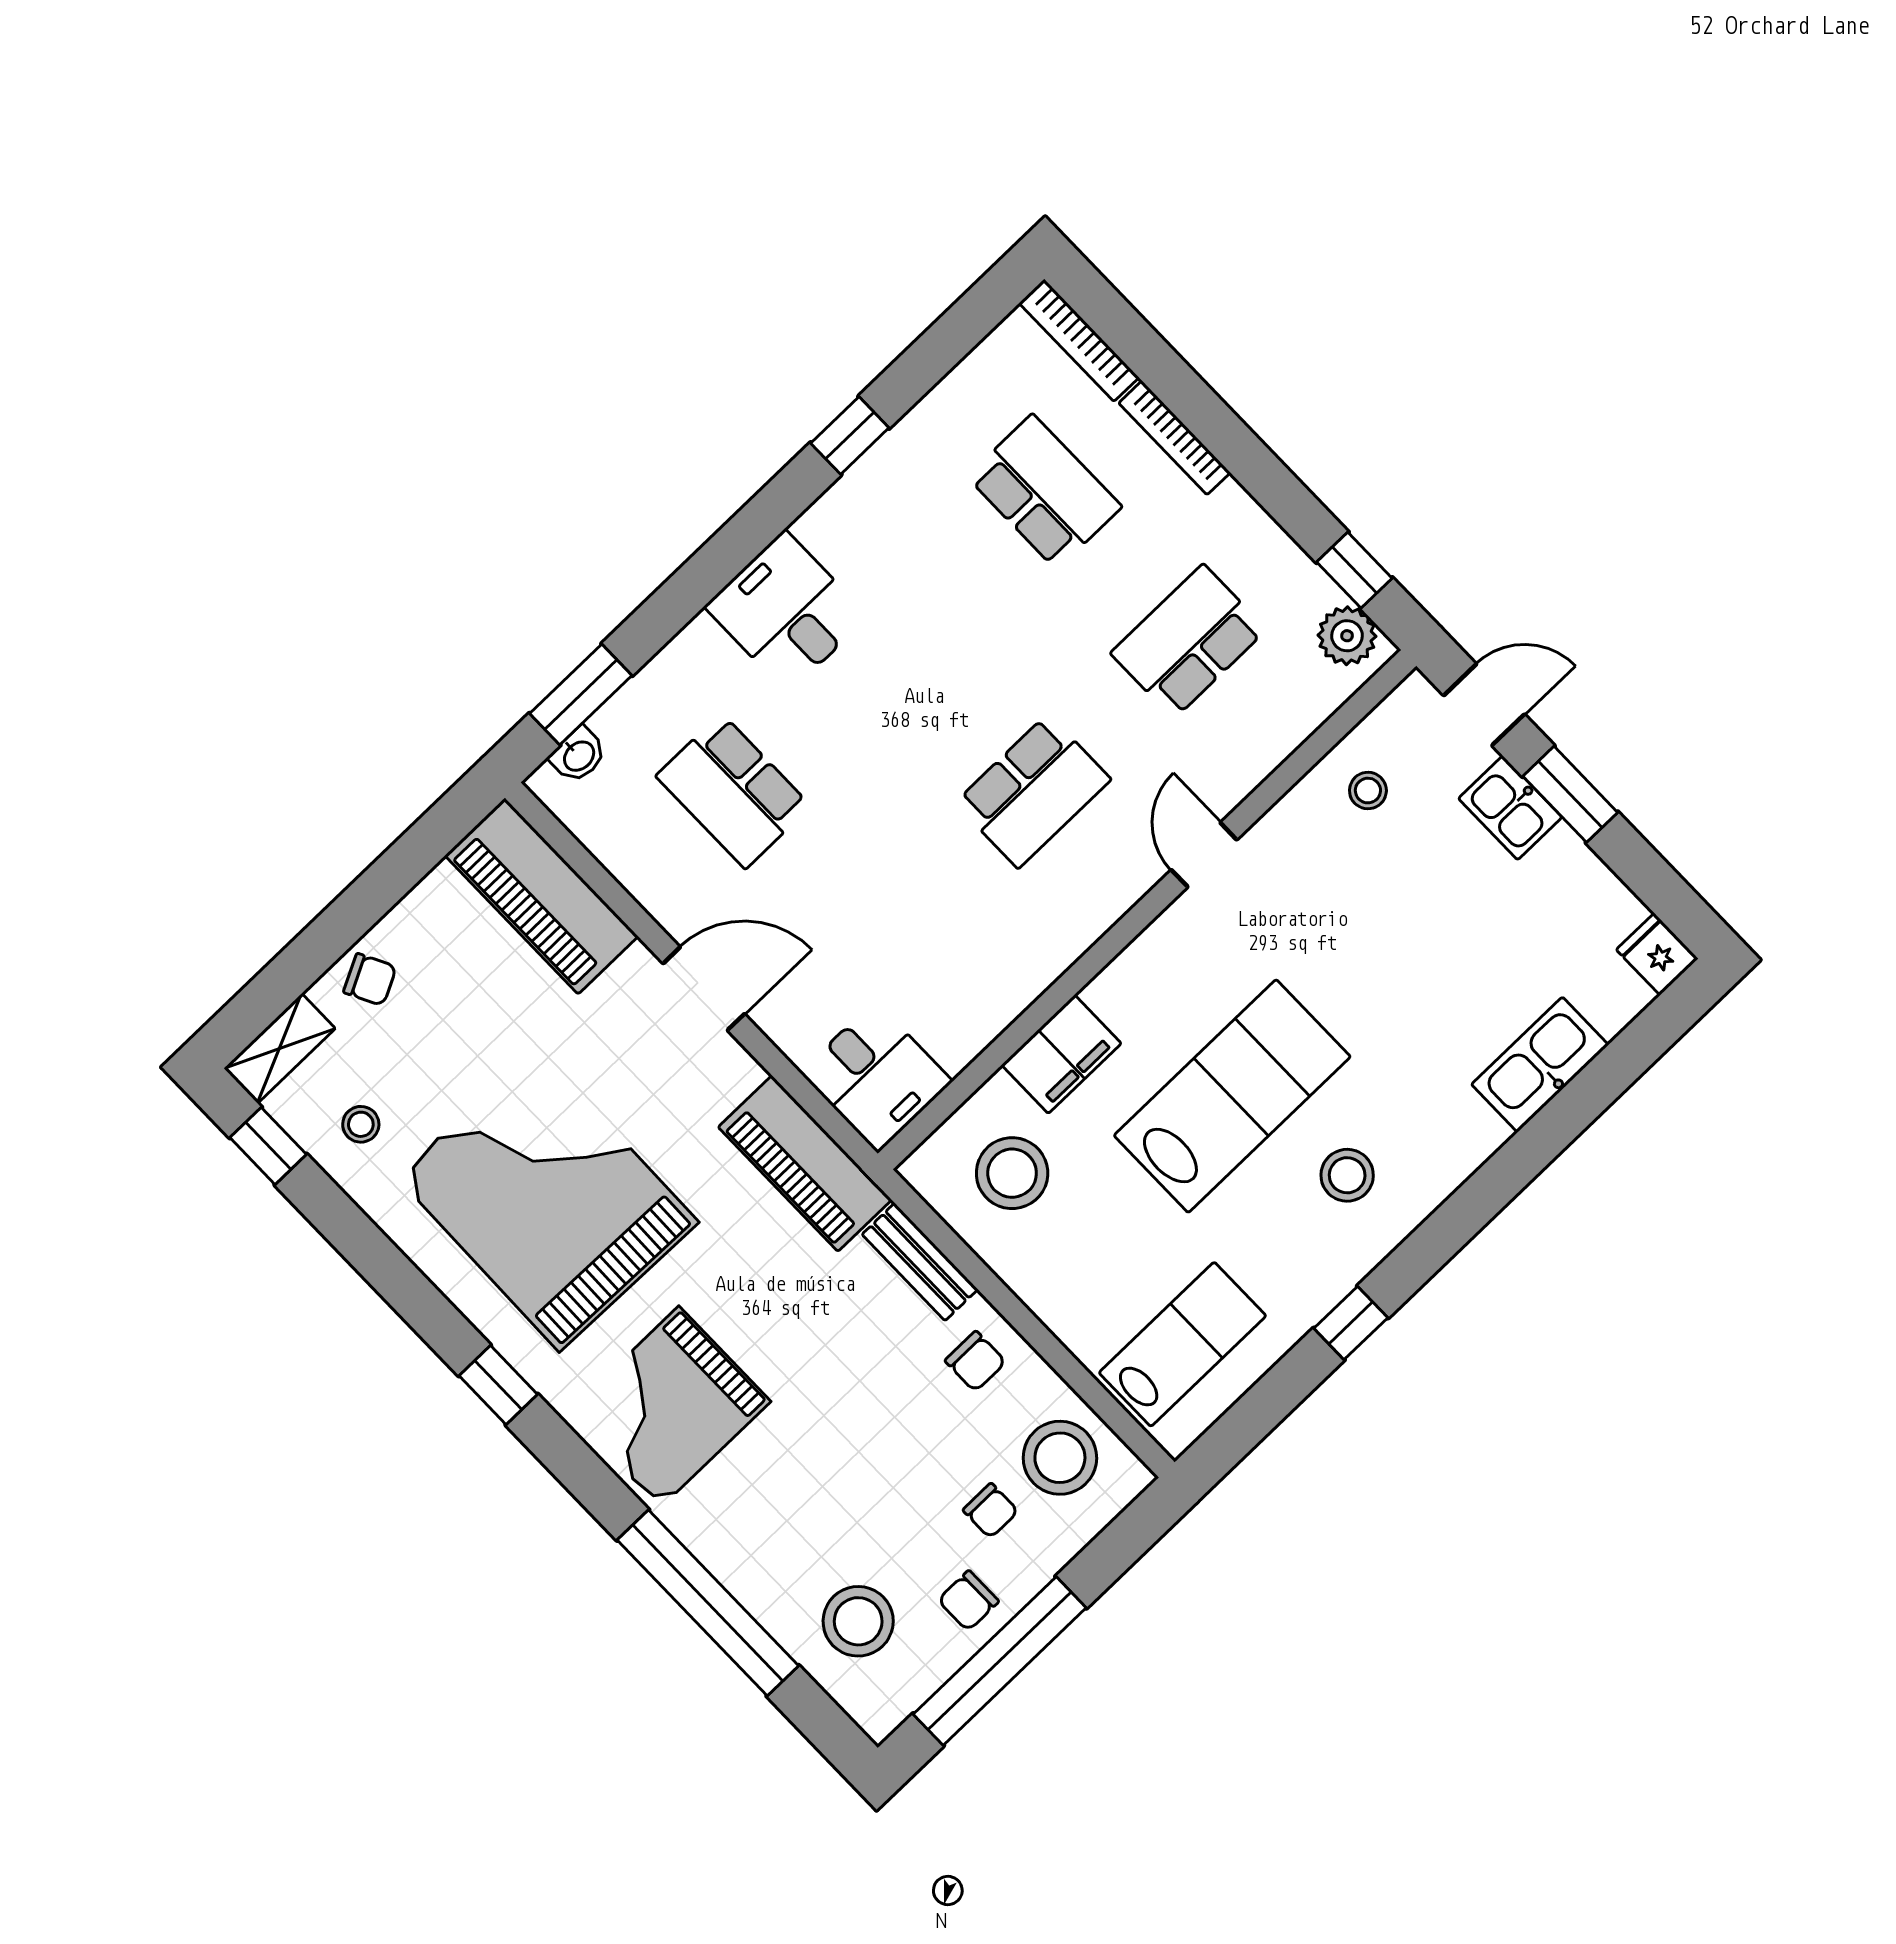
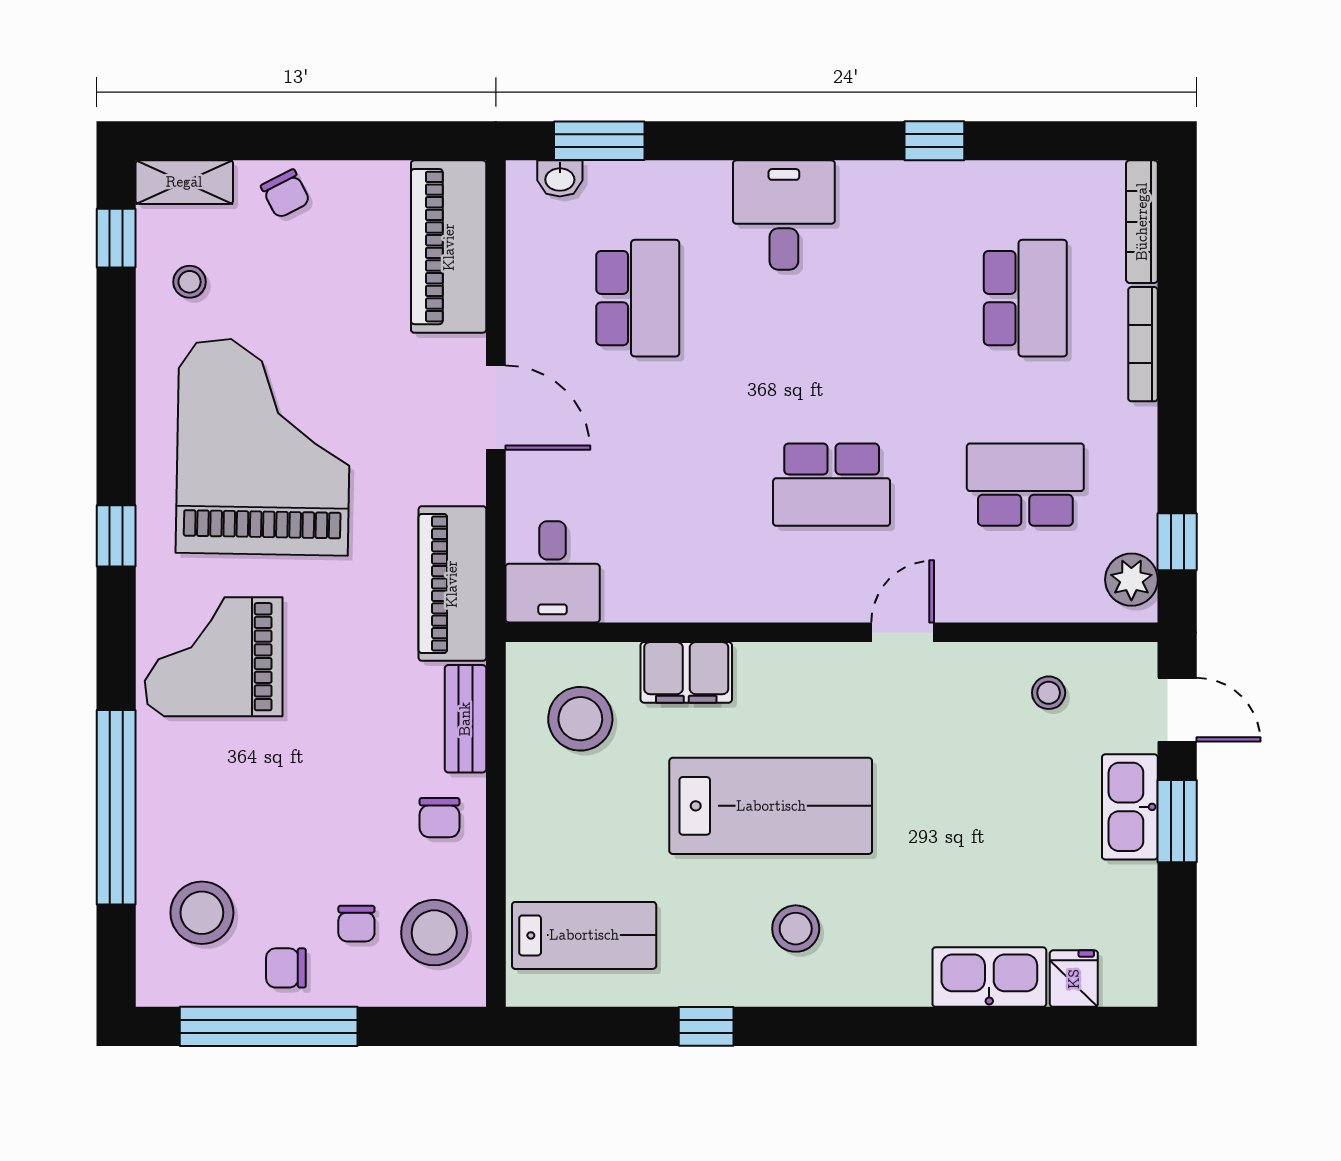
school desk: (733, 791) -> (638, 298), turned 180
kitchen sink: (1510, 808) -> (1130, 807), width x1.38
fridge: (1657, 954) -> (1074, 979), moved

